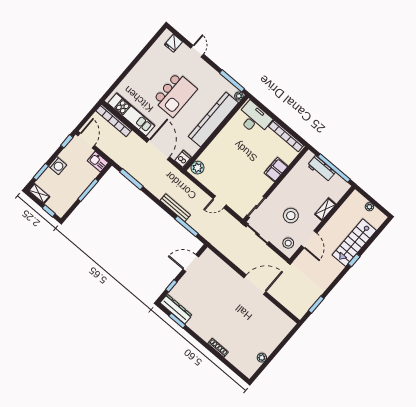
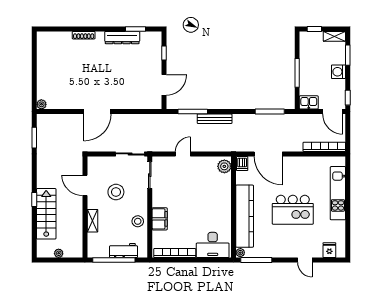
kitchen island: (175, 95) -> (293, 210), turned -90
kitchen unit: (131, 114) -> (338, 193), moved, turned 90
stool: (288, 243) -> (138, 221), moved
dresser: (176, 309) -> (122, 38), moved
plant: (262, 358) -> (41, 104), moved

